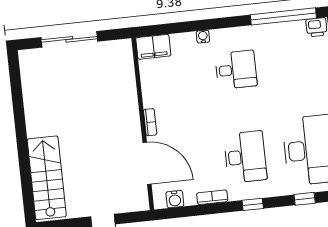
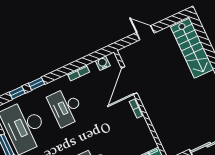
door: (147, 163) -> (129, 80), hinge flipped
window: (253, 204) -> (37, 84), moved

